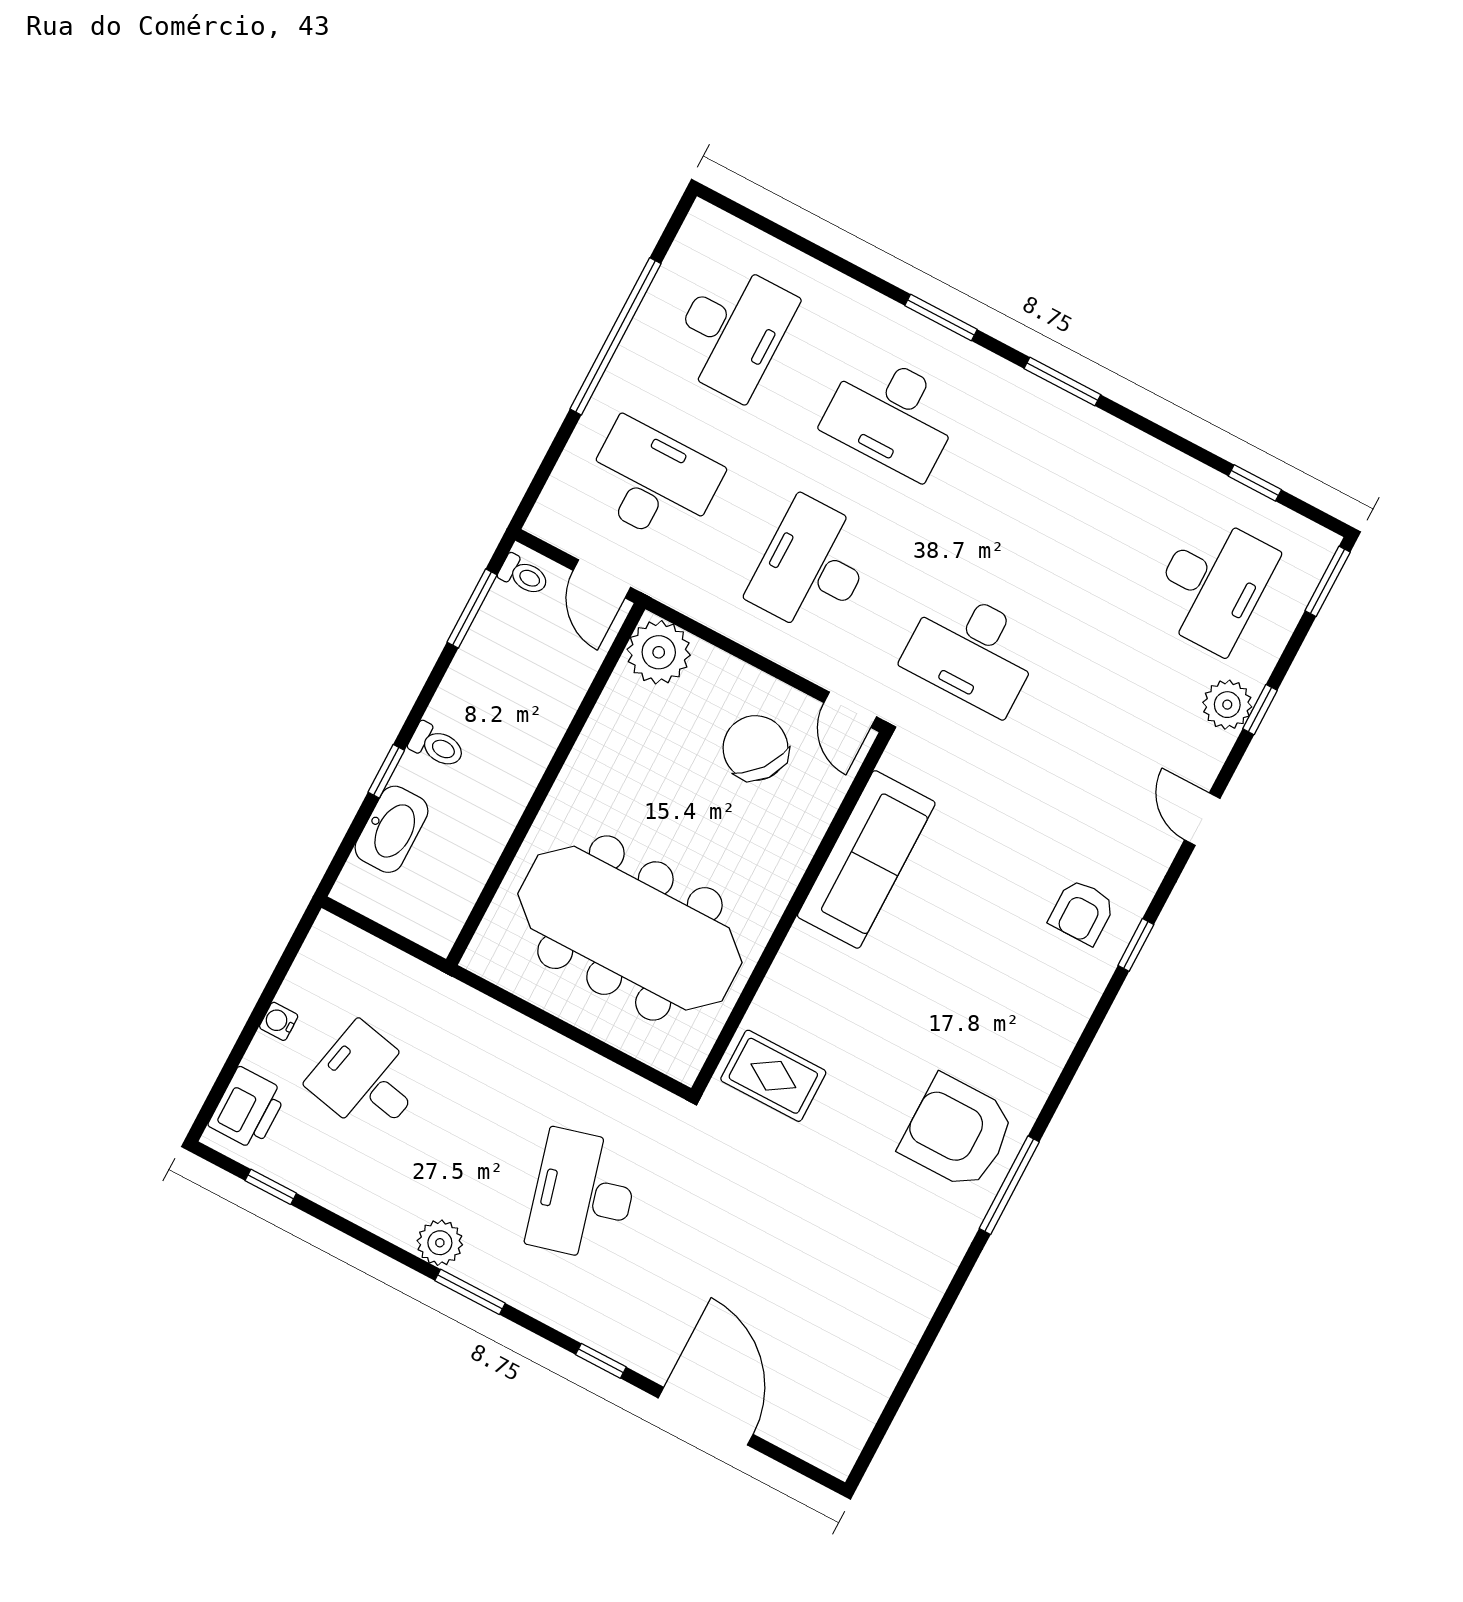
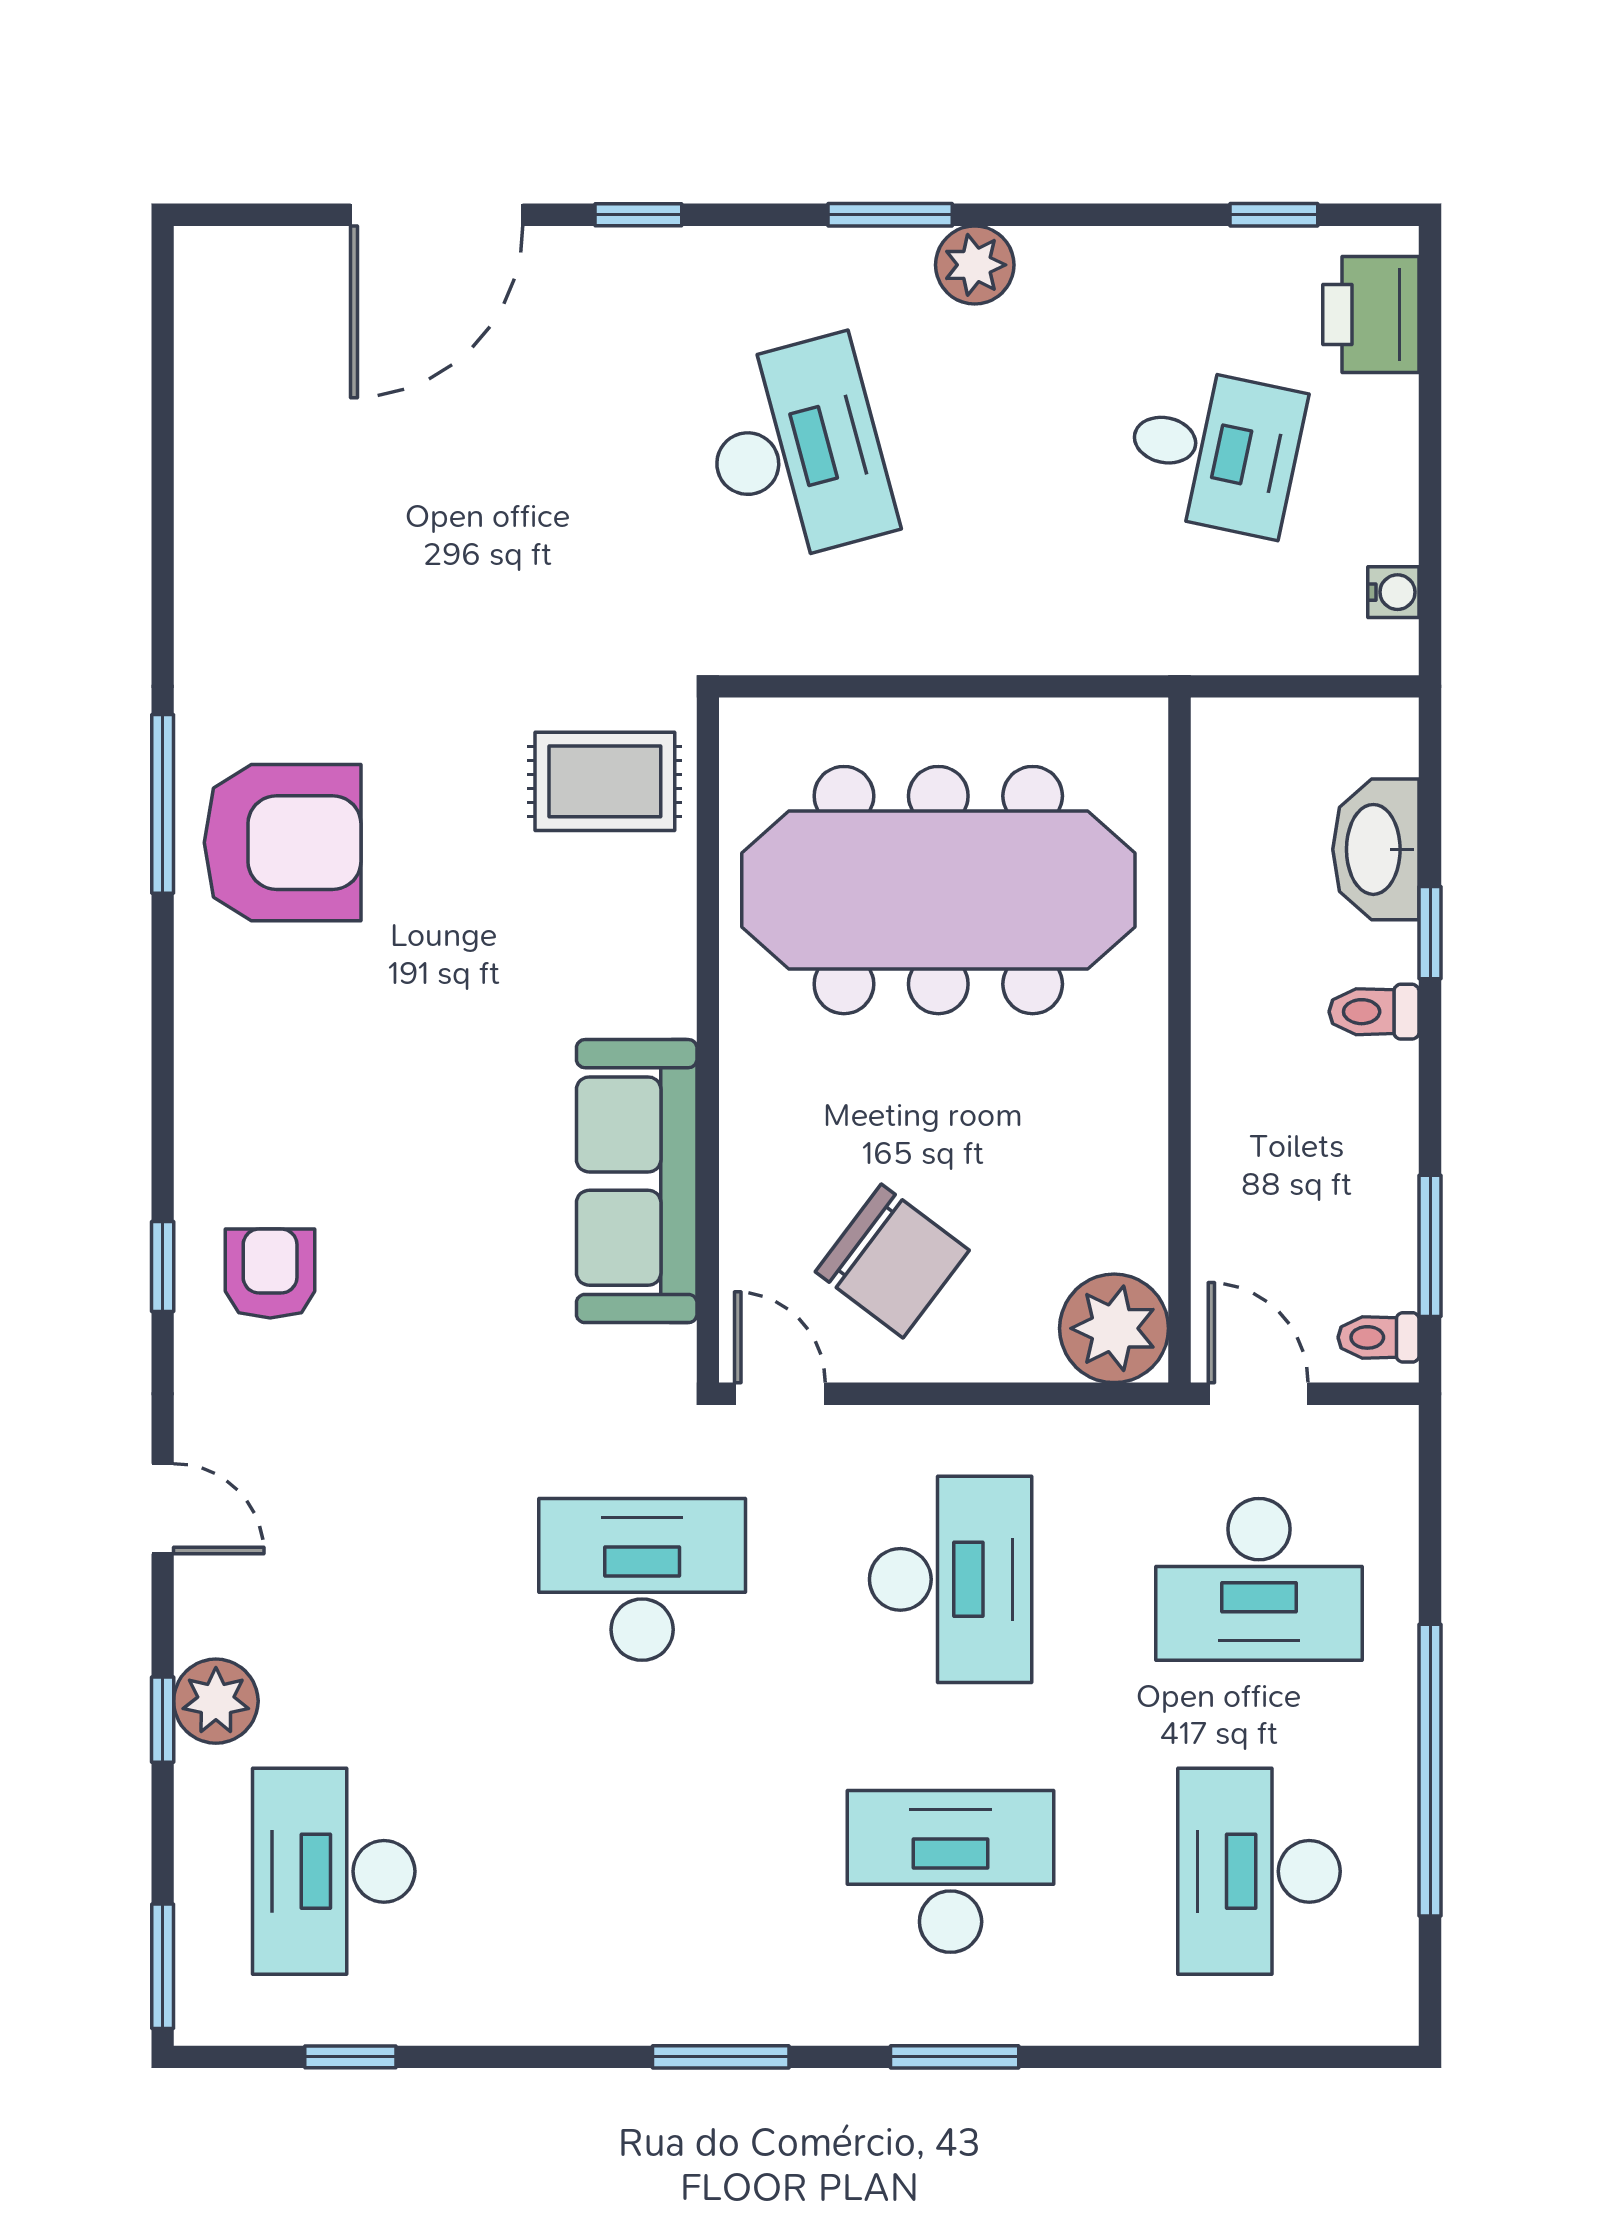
water cooler: (279, 1021) -> (1393, 592), moved
door: (706, 1416) -> (437, 215), hinge flipped

